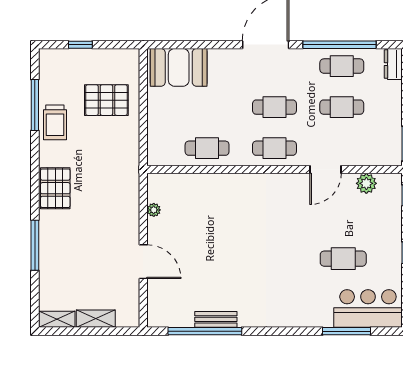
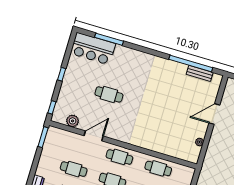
cafe table: (343, 259) -> (109, 94), moved
door: (143, 262) -> (214, 114), hinge flipped
bench: (216, 319) -> (200, 73), moved

